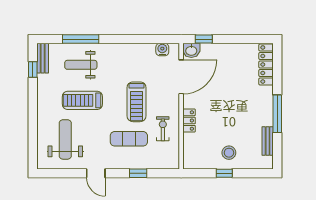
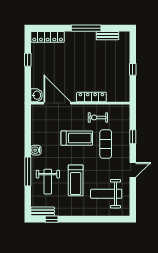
window: (81, 39) -> (28, 172), moved
window: (204, 39) -> (28, 60), moved
water cooler: (162, 50) -> (36, 150), moved
locker: (189, 121) -> (91, 97), width x1.53
stool: (229, 153) -> (117, 66), removed

